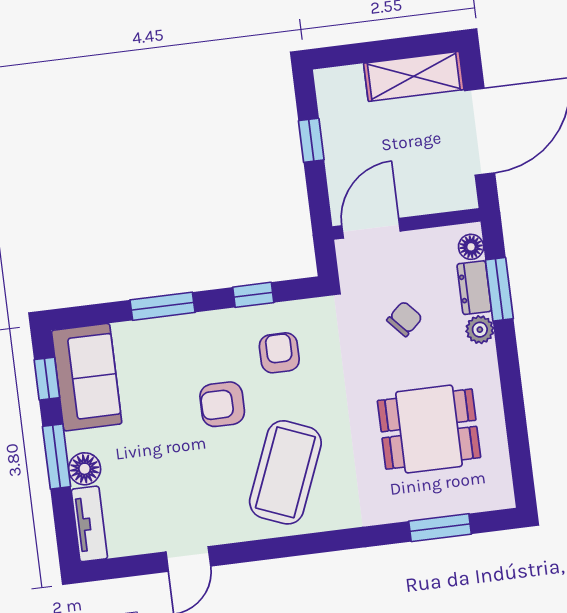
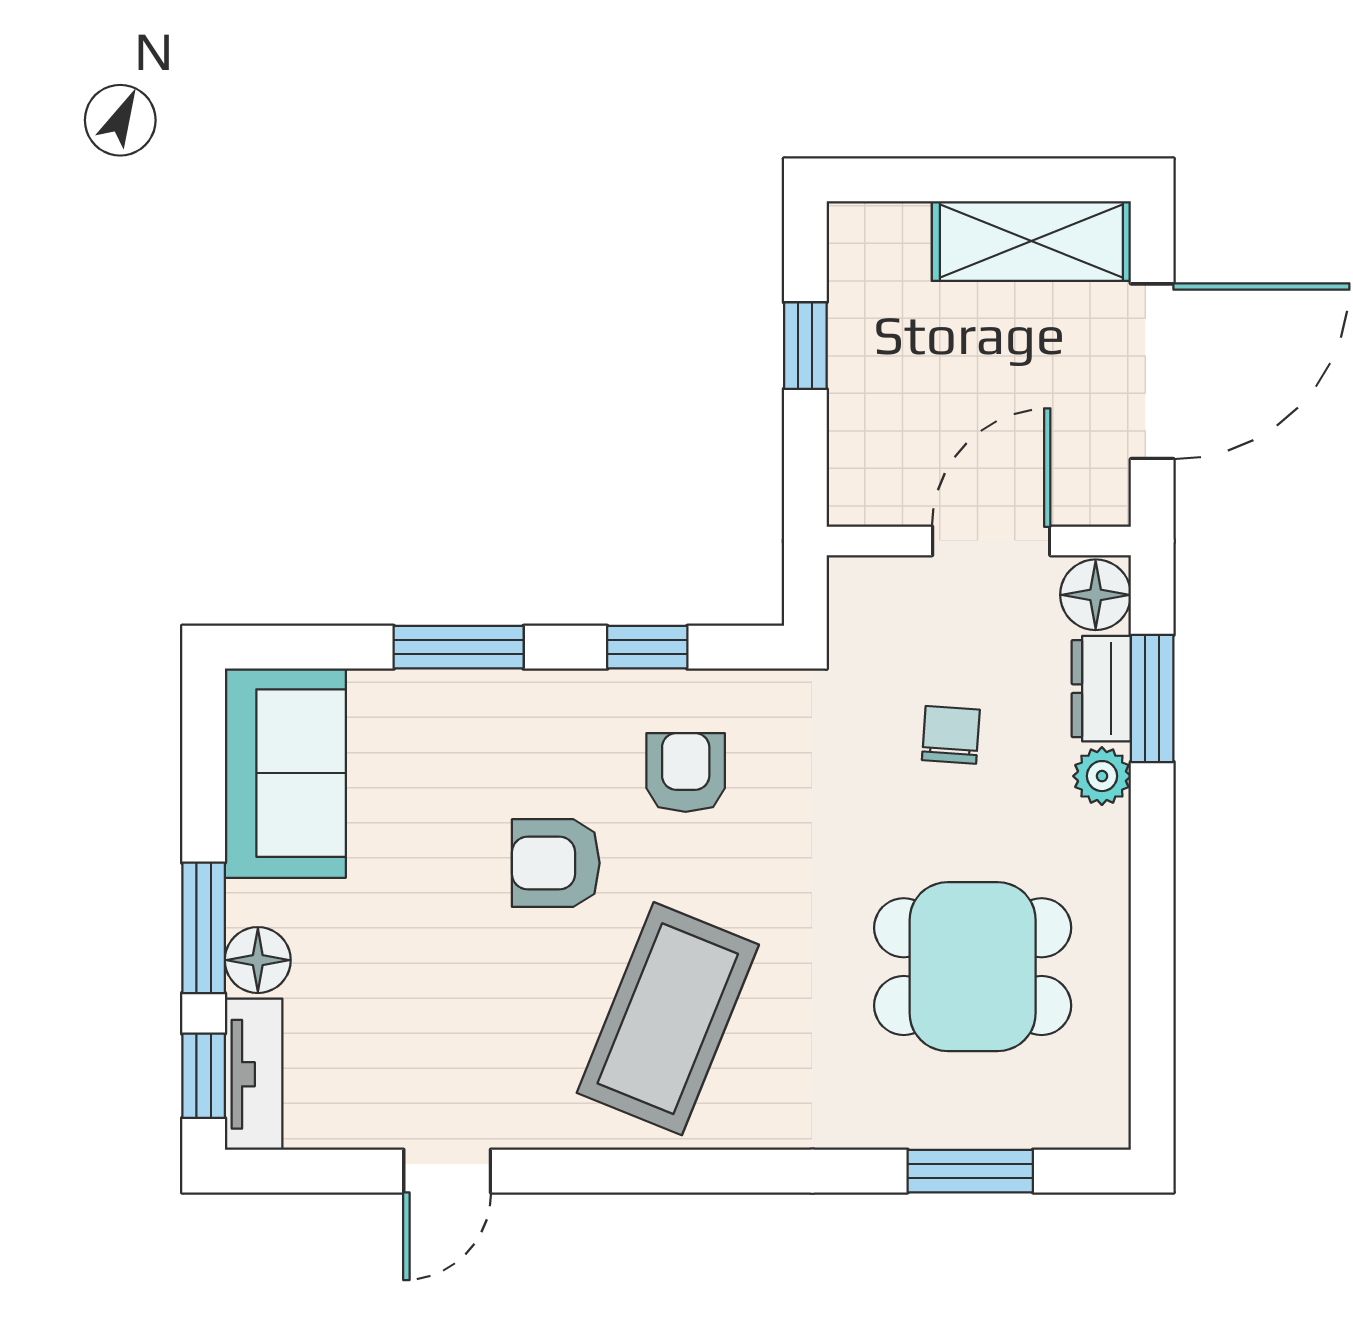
door: (371, 228) -> (991, 541), moved
floor lamp: (471, 247) -> (1096, 595), width x1.37, depth x1.37
chair: (405, 319) -> (951, 735), turned -44
window: (47, 379) -> (204, 1076), moved

